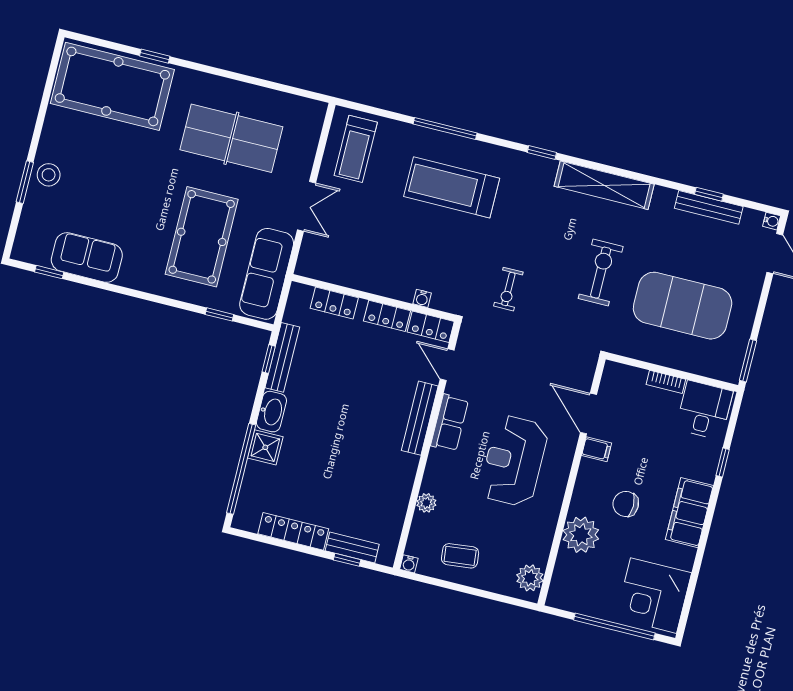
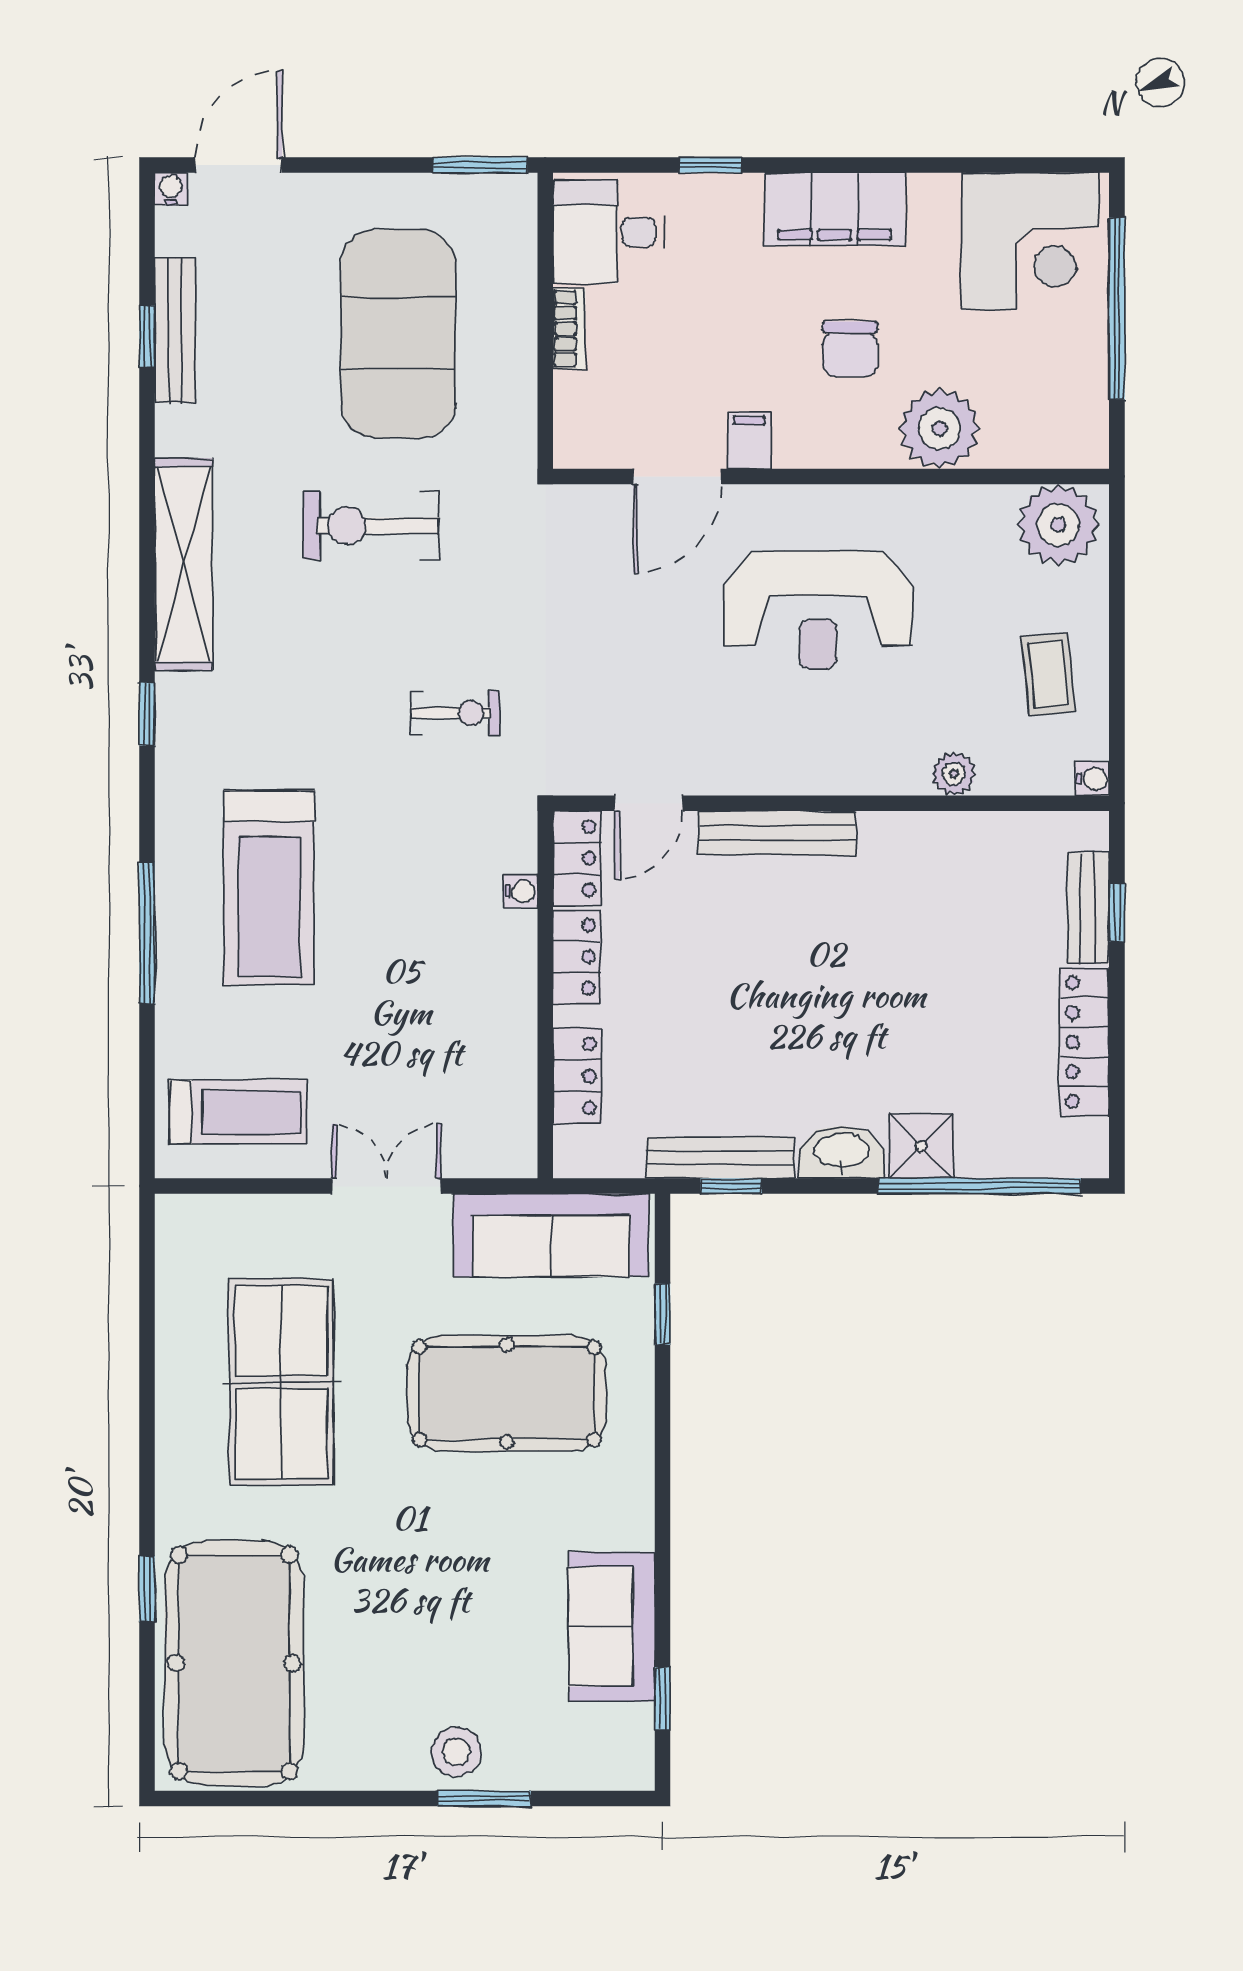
row of seats: (450, 423) -> (771, 767), removed
plant: (530, 578) -> (1058, 525), width x1.36, depth x1.36

